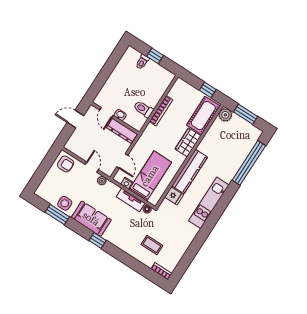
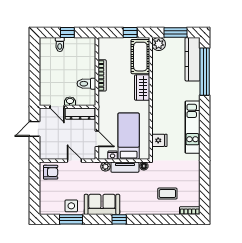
kitchen counter: (190, 171) -> (193, 59), moved, turned 180
plant: (102, 181) -> (105, 167), moved

